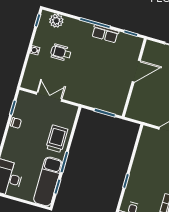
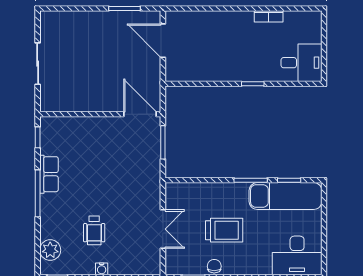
door: (136, 71) -> (140, 114), moved
double door: (49, 97) -> (163, 229), swing flipped
trolley: (57, 139) -> (224, 230), moved, turned 180

